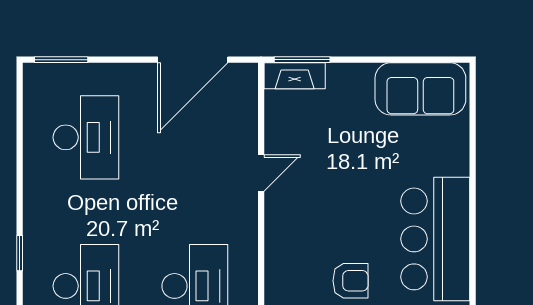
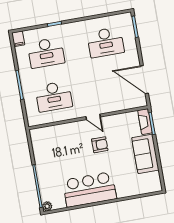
sofa: (420, 89) -> (145, 154), moved
door: (261, 173) -> (93, 117), moved
armchair: (350, 281) -> (100, 145), moved, turned -90

